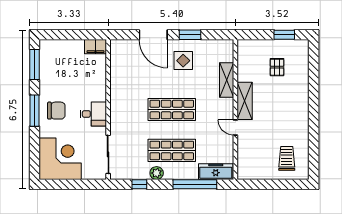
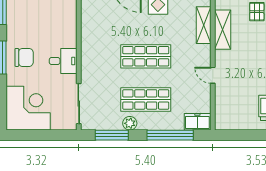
shelving: (245, 101) -> (223, 30), moved
freezer: (216, 172) -> (197, 122), width x0.71
window: (139, 184) -> (112, 135), width x2.17

